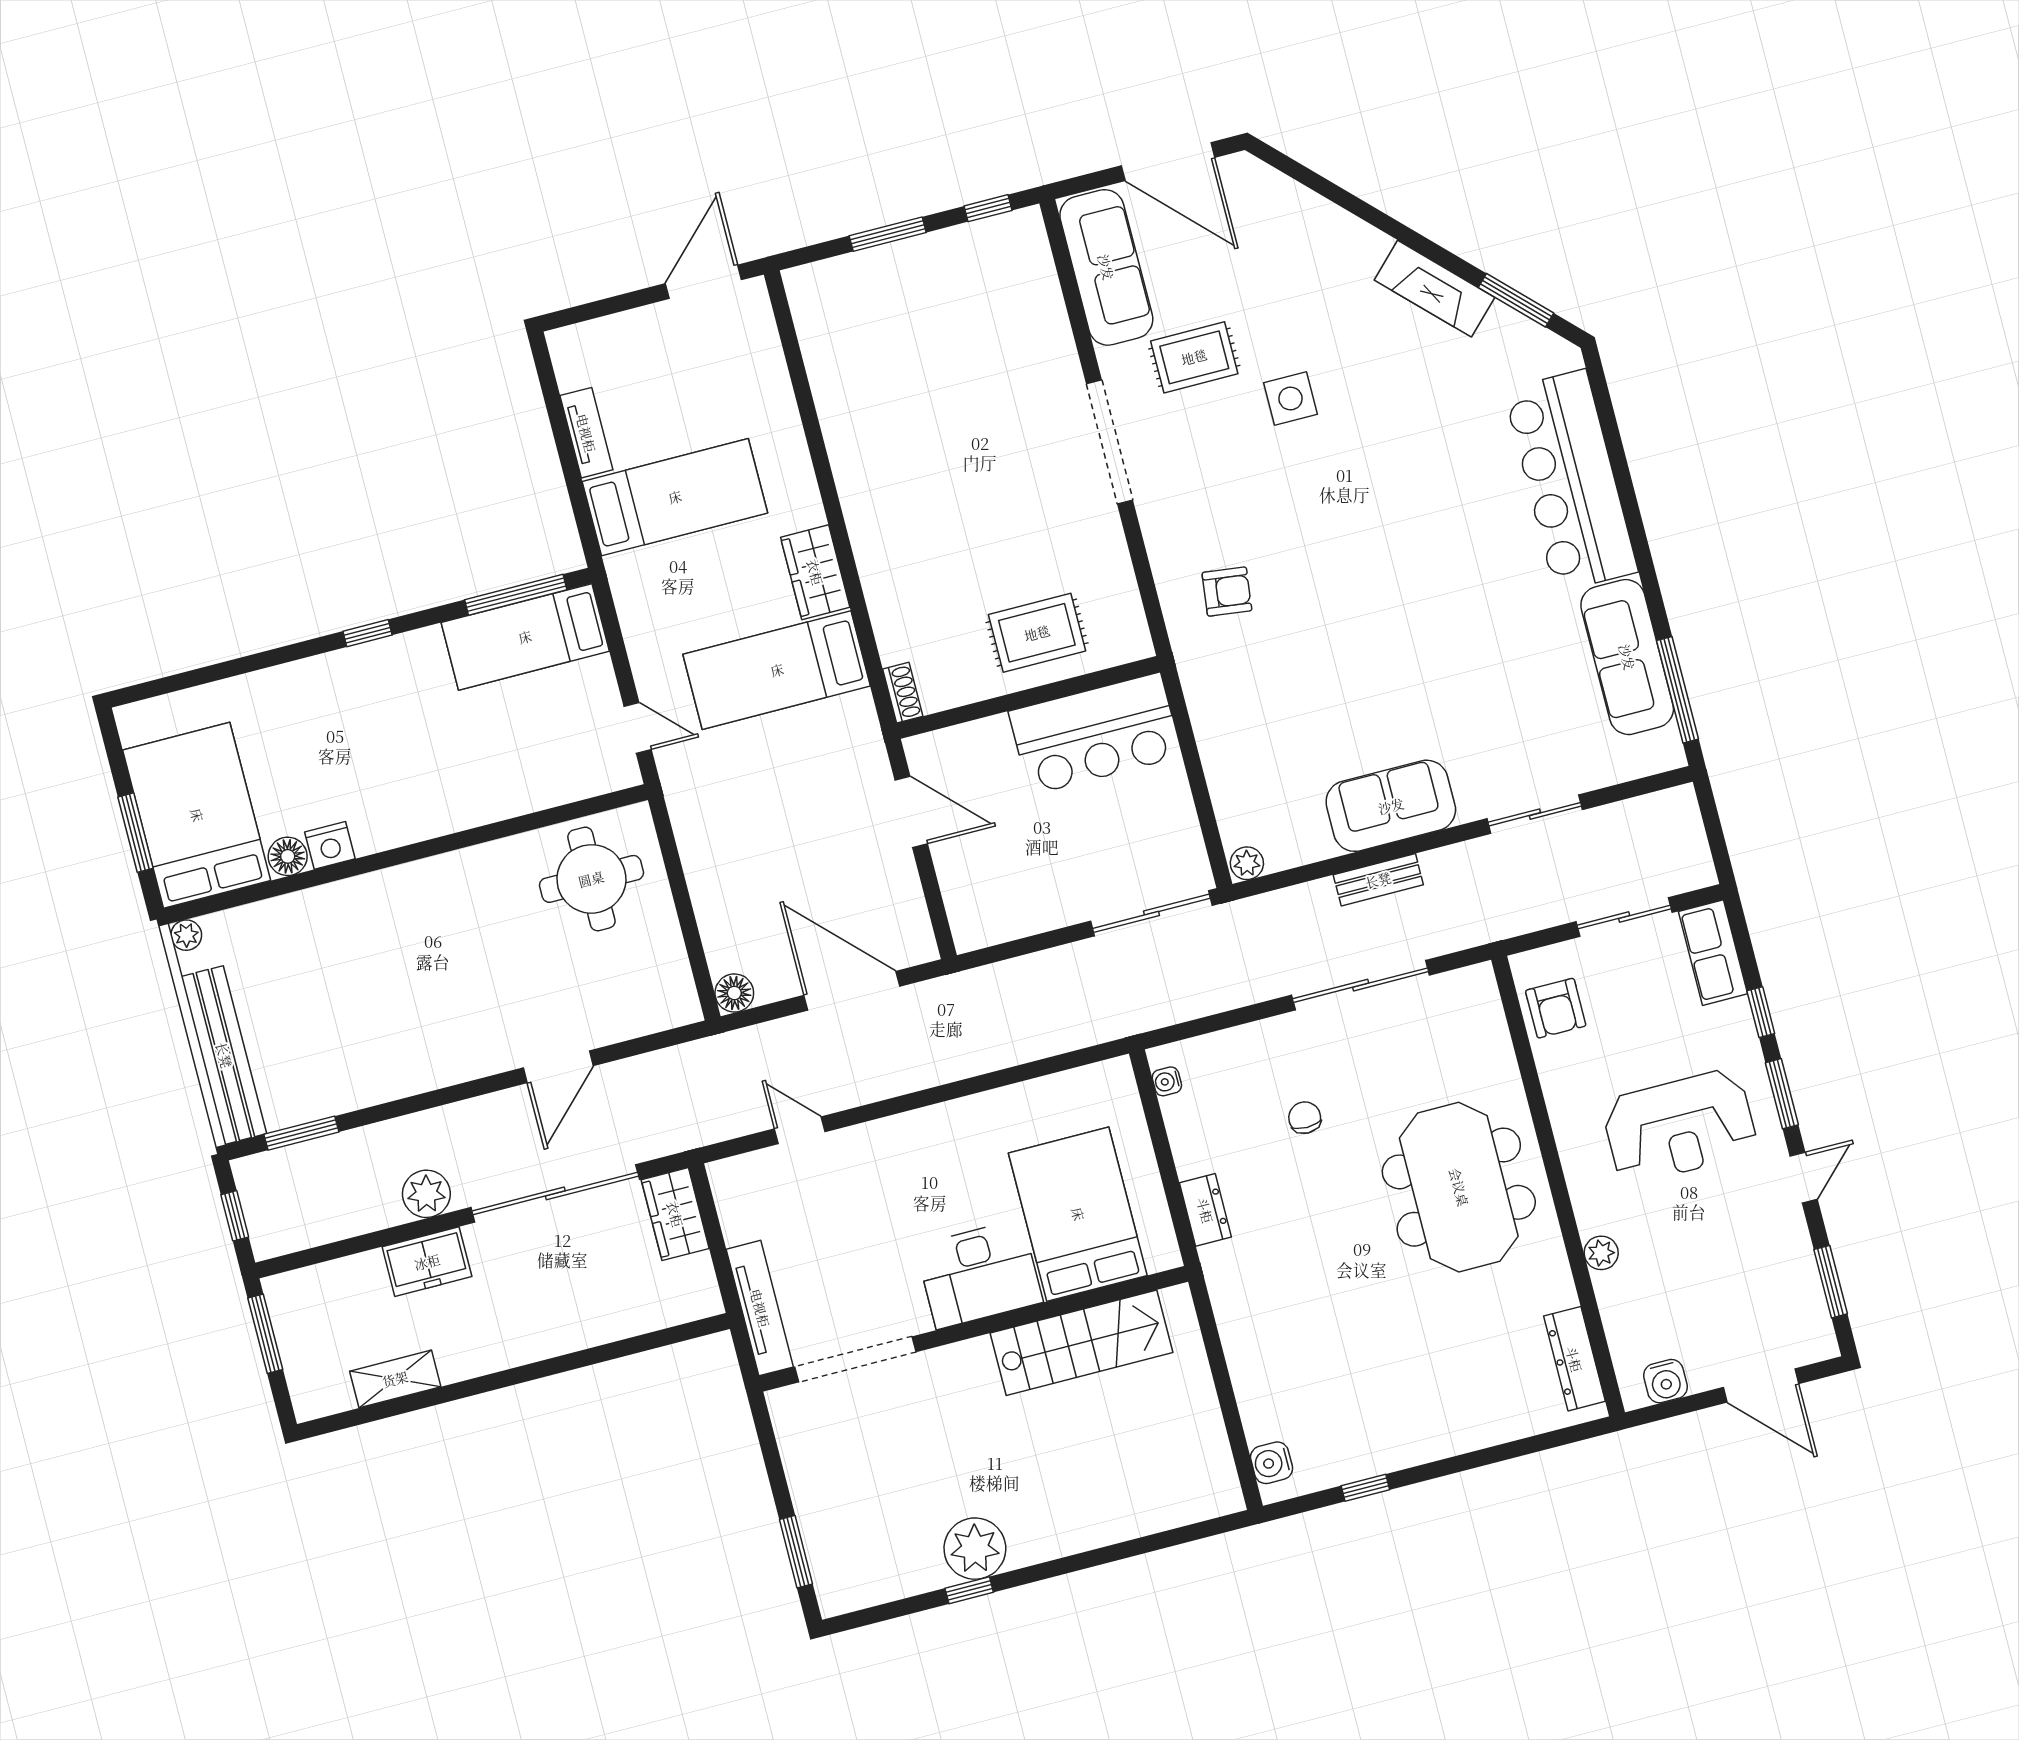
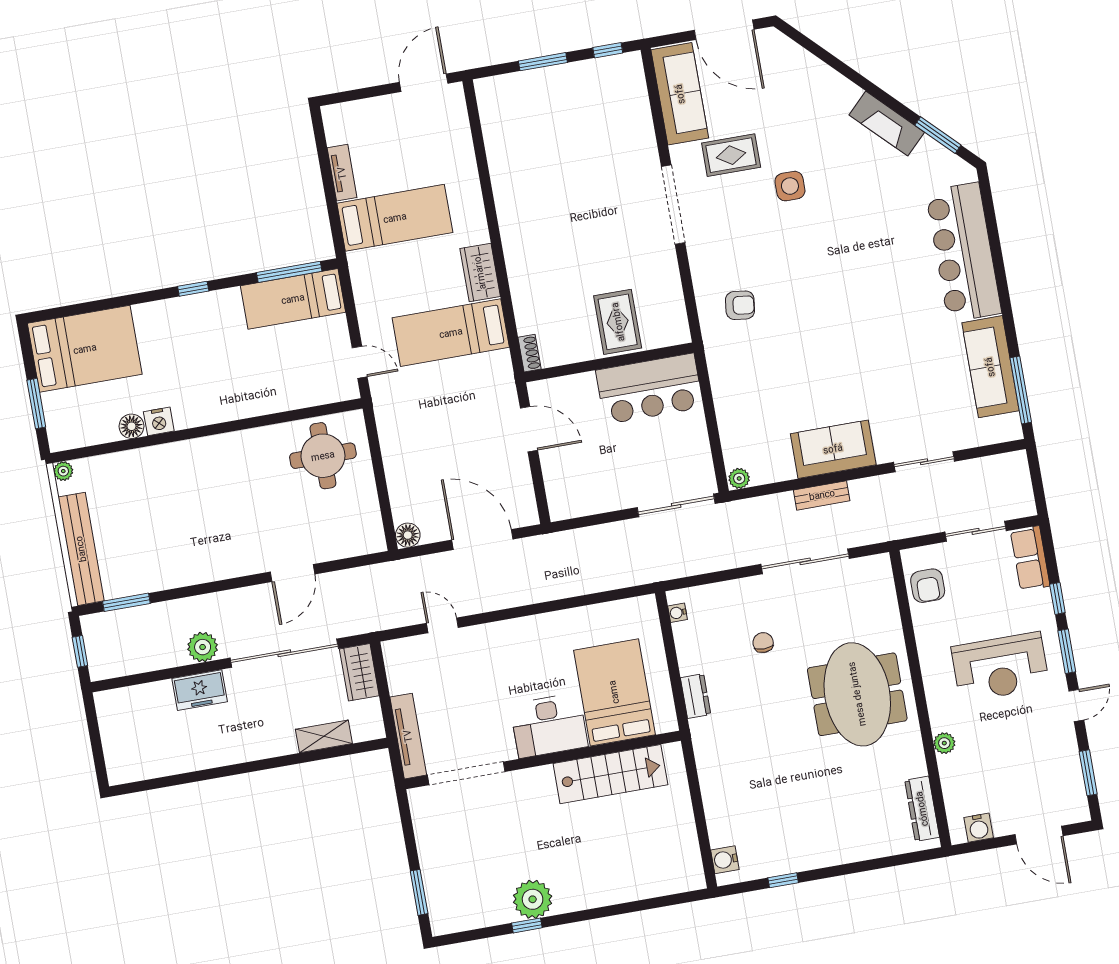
rug: (1037, 633) -> (618, 322), turned 90
bed: (197, 815) -> (85, 349), moved, turned 90
window: (265, 1334) -> (93, 728), removed
shelving: (395, 1379) -> (324, 736), moved

